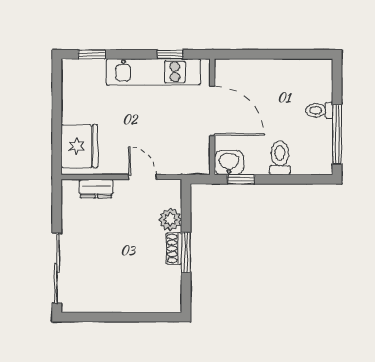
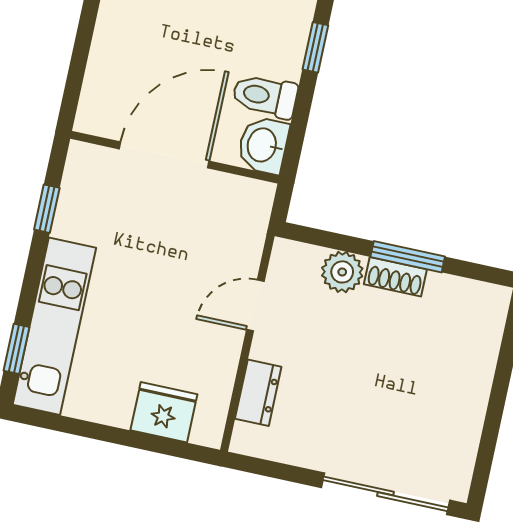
kitchen unit: (153, 72) -> (54, 326), moved
fridge: (79, 146) -> (164, 412), width x0.73, depth x0.75
toilet: (280, 158) -> (265, 96), moved
window: (241, 179) -> (315, 47), moved

